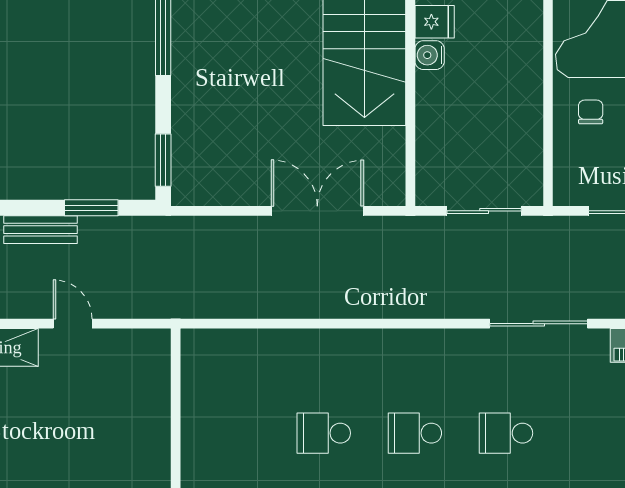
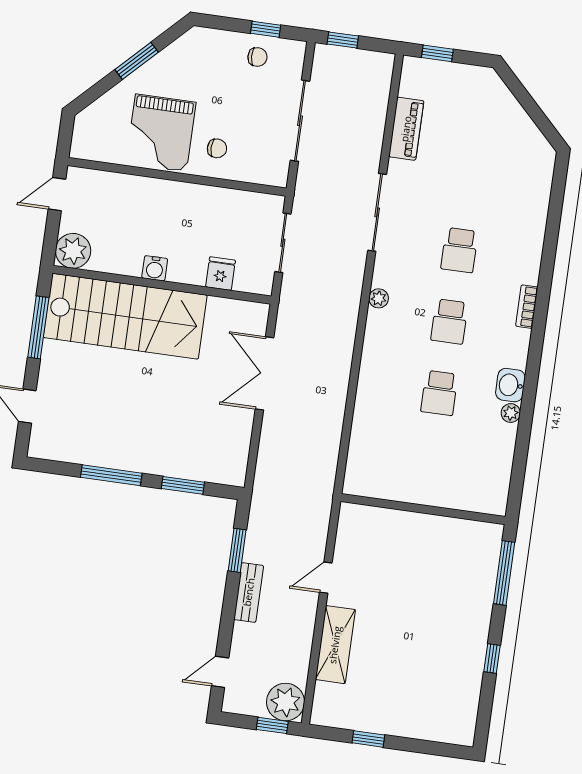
fridge: (435, 22) -> (220, 274), moved
chair: (591, 112) -> (217, 148), turned 180
window: (163, 160) -> (183, 485), moved
plant: (431, 341) -> (379, 298), added

